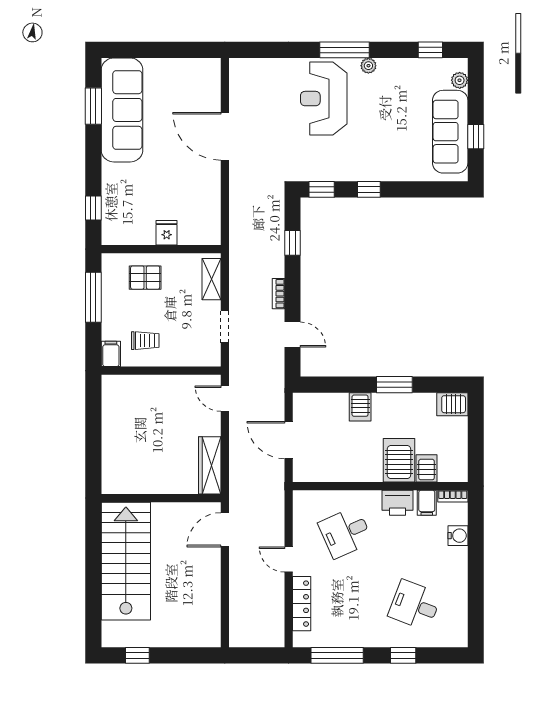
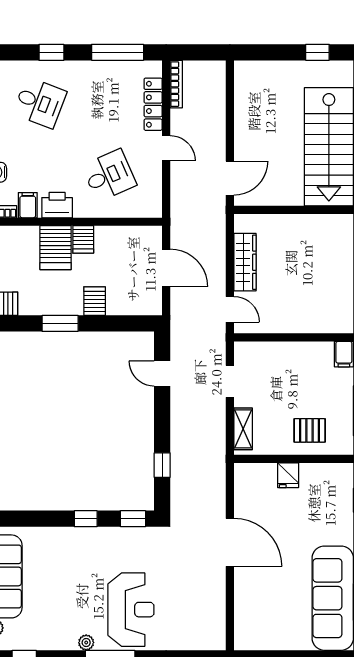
door: (225, 136) -> (230, 542), moved
bookcase: (278, 294) -> (176, 84), moved, width x1.56
trolley: (145, 341) -> (309, 367), removed
wardrobe: (210, 465) -> (245, 262), moved
server rack: (427, 468) -> (83, 239), moved

